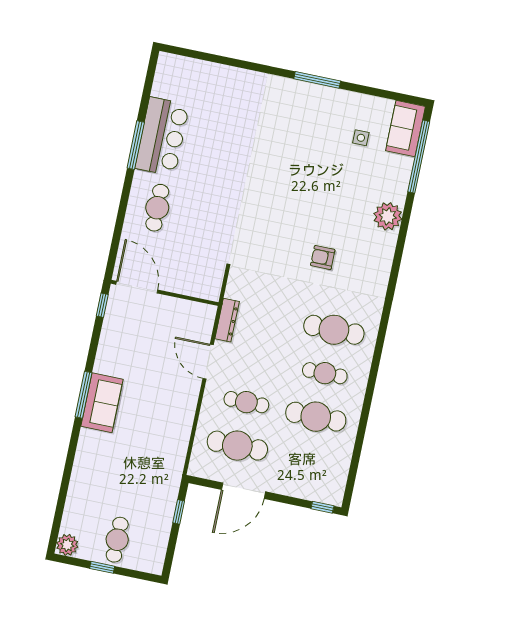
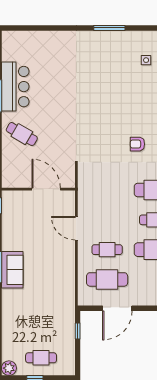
cafe table: (157, 208) -> (22, 134), turned -60
door: (137, 287) -> (46, 189), moved
dresser: (227, 320) -> (83, 198), removed
cafe table: (117, 540) -> (41, 358), turned 90

